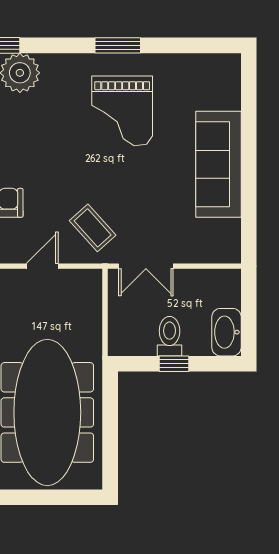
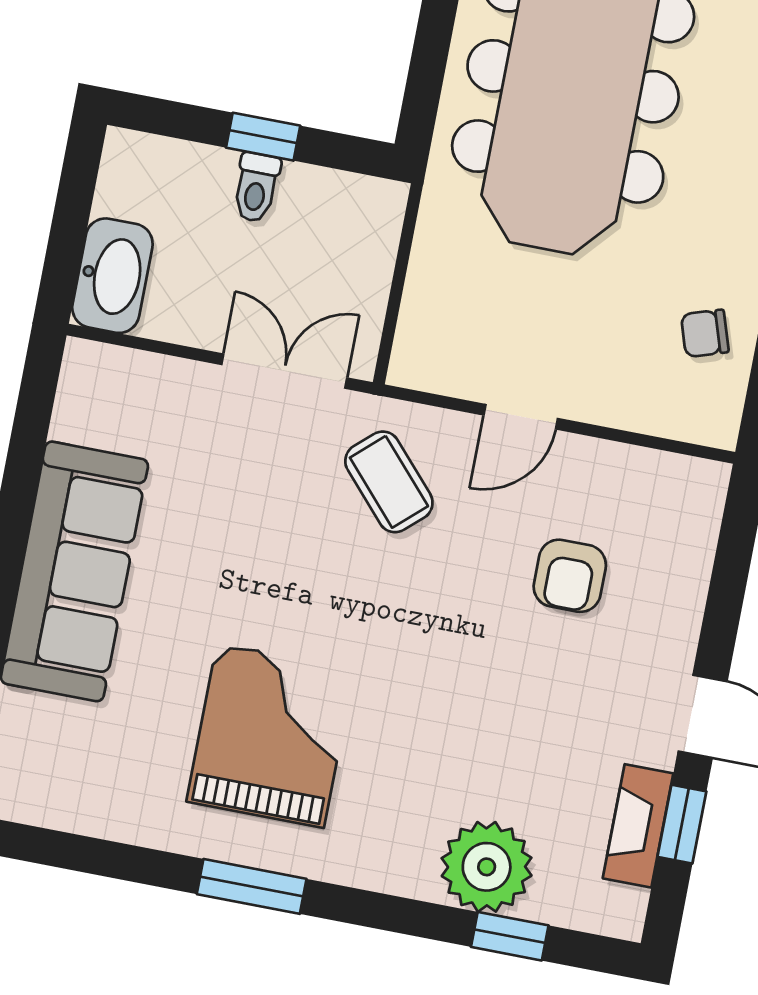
washbasin: (226, 332) -> (112, 276), moved
toilet: (170, 336) -> (256, 187), width x0.73, depth x0.72

